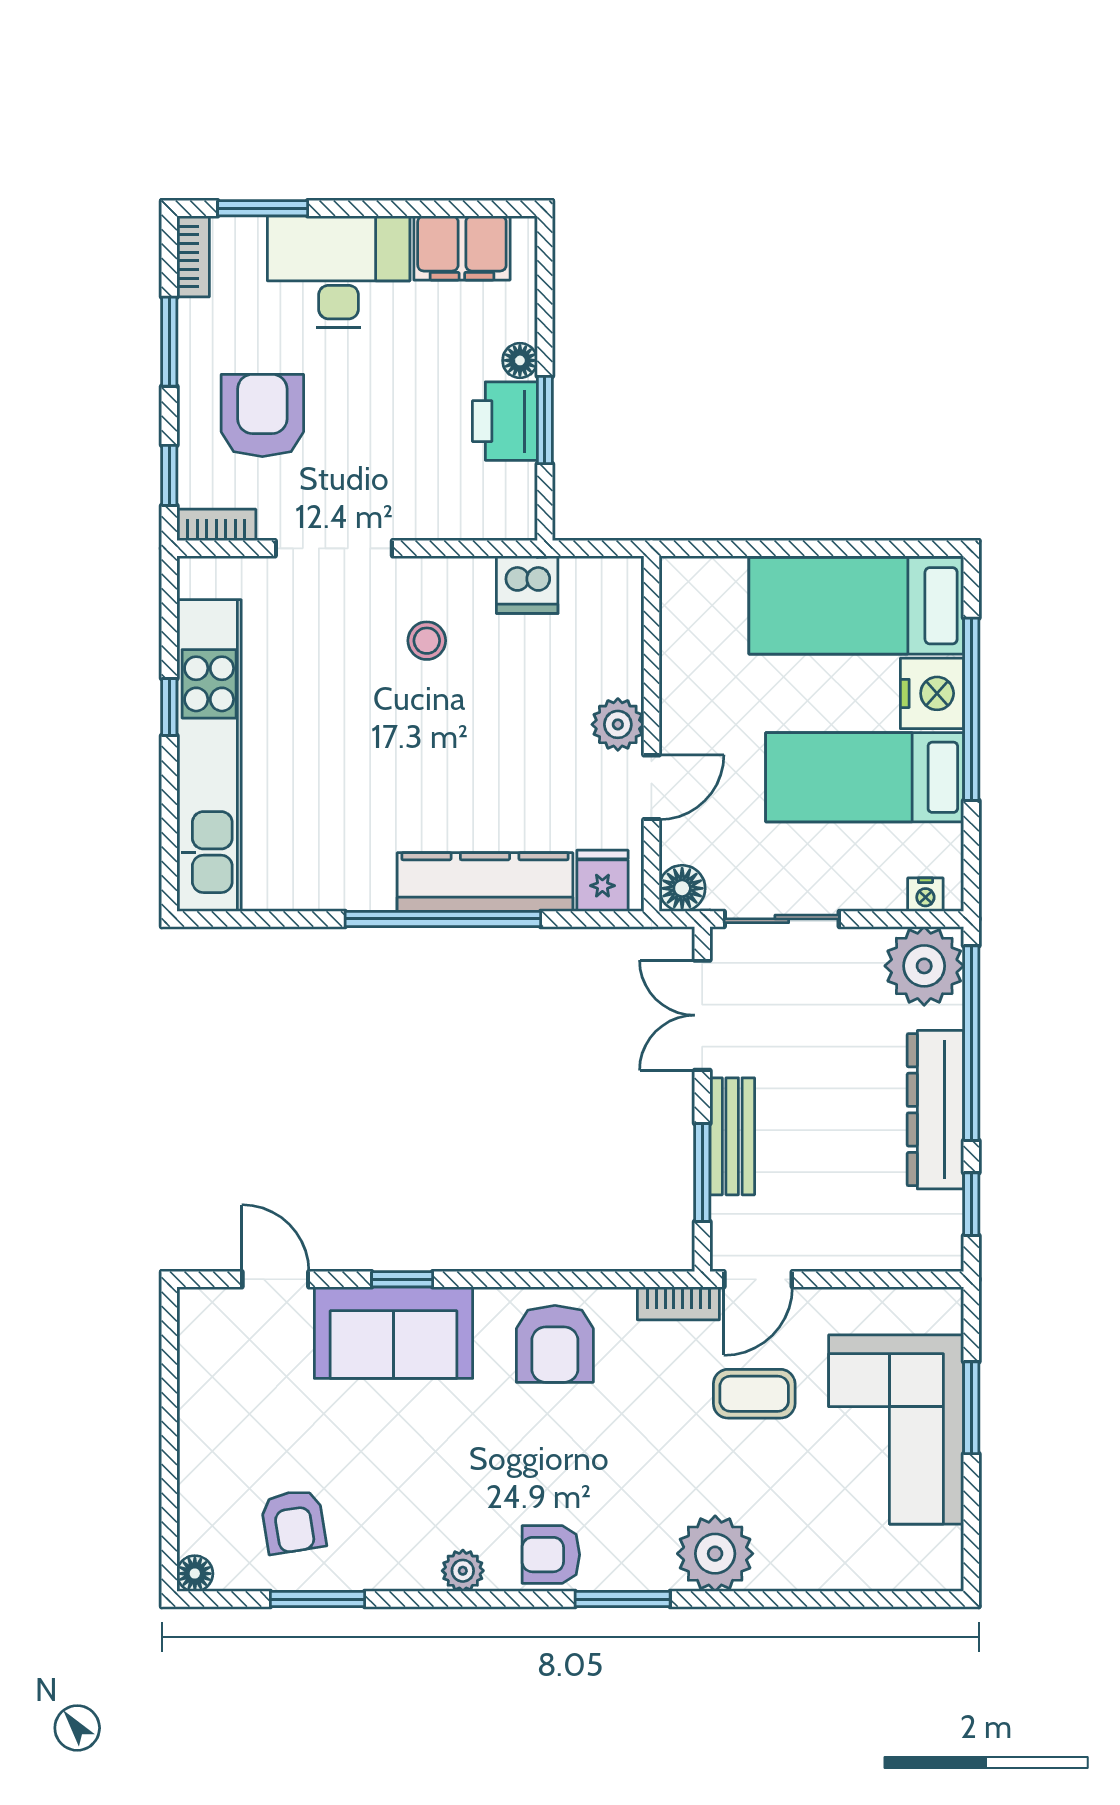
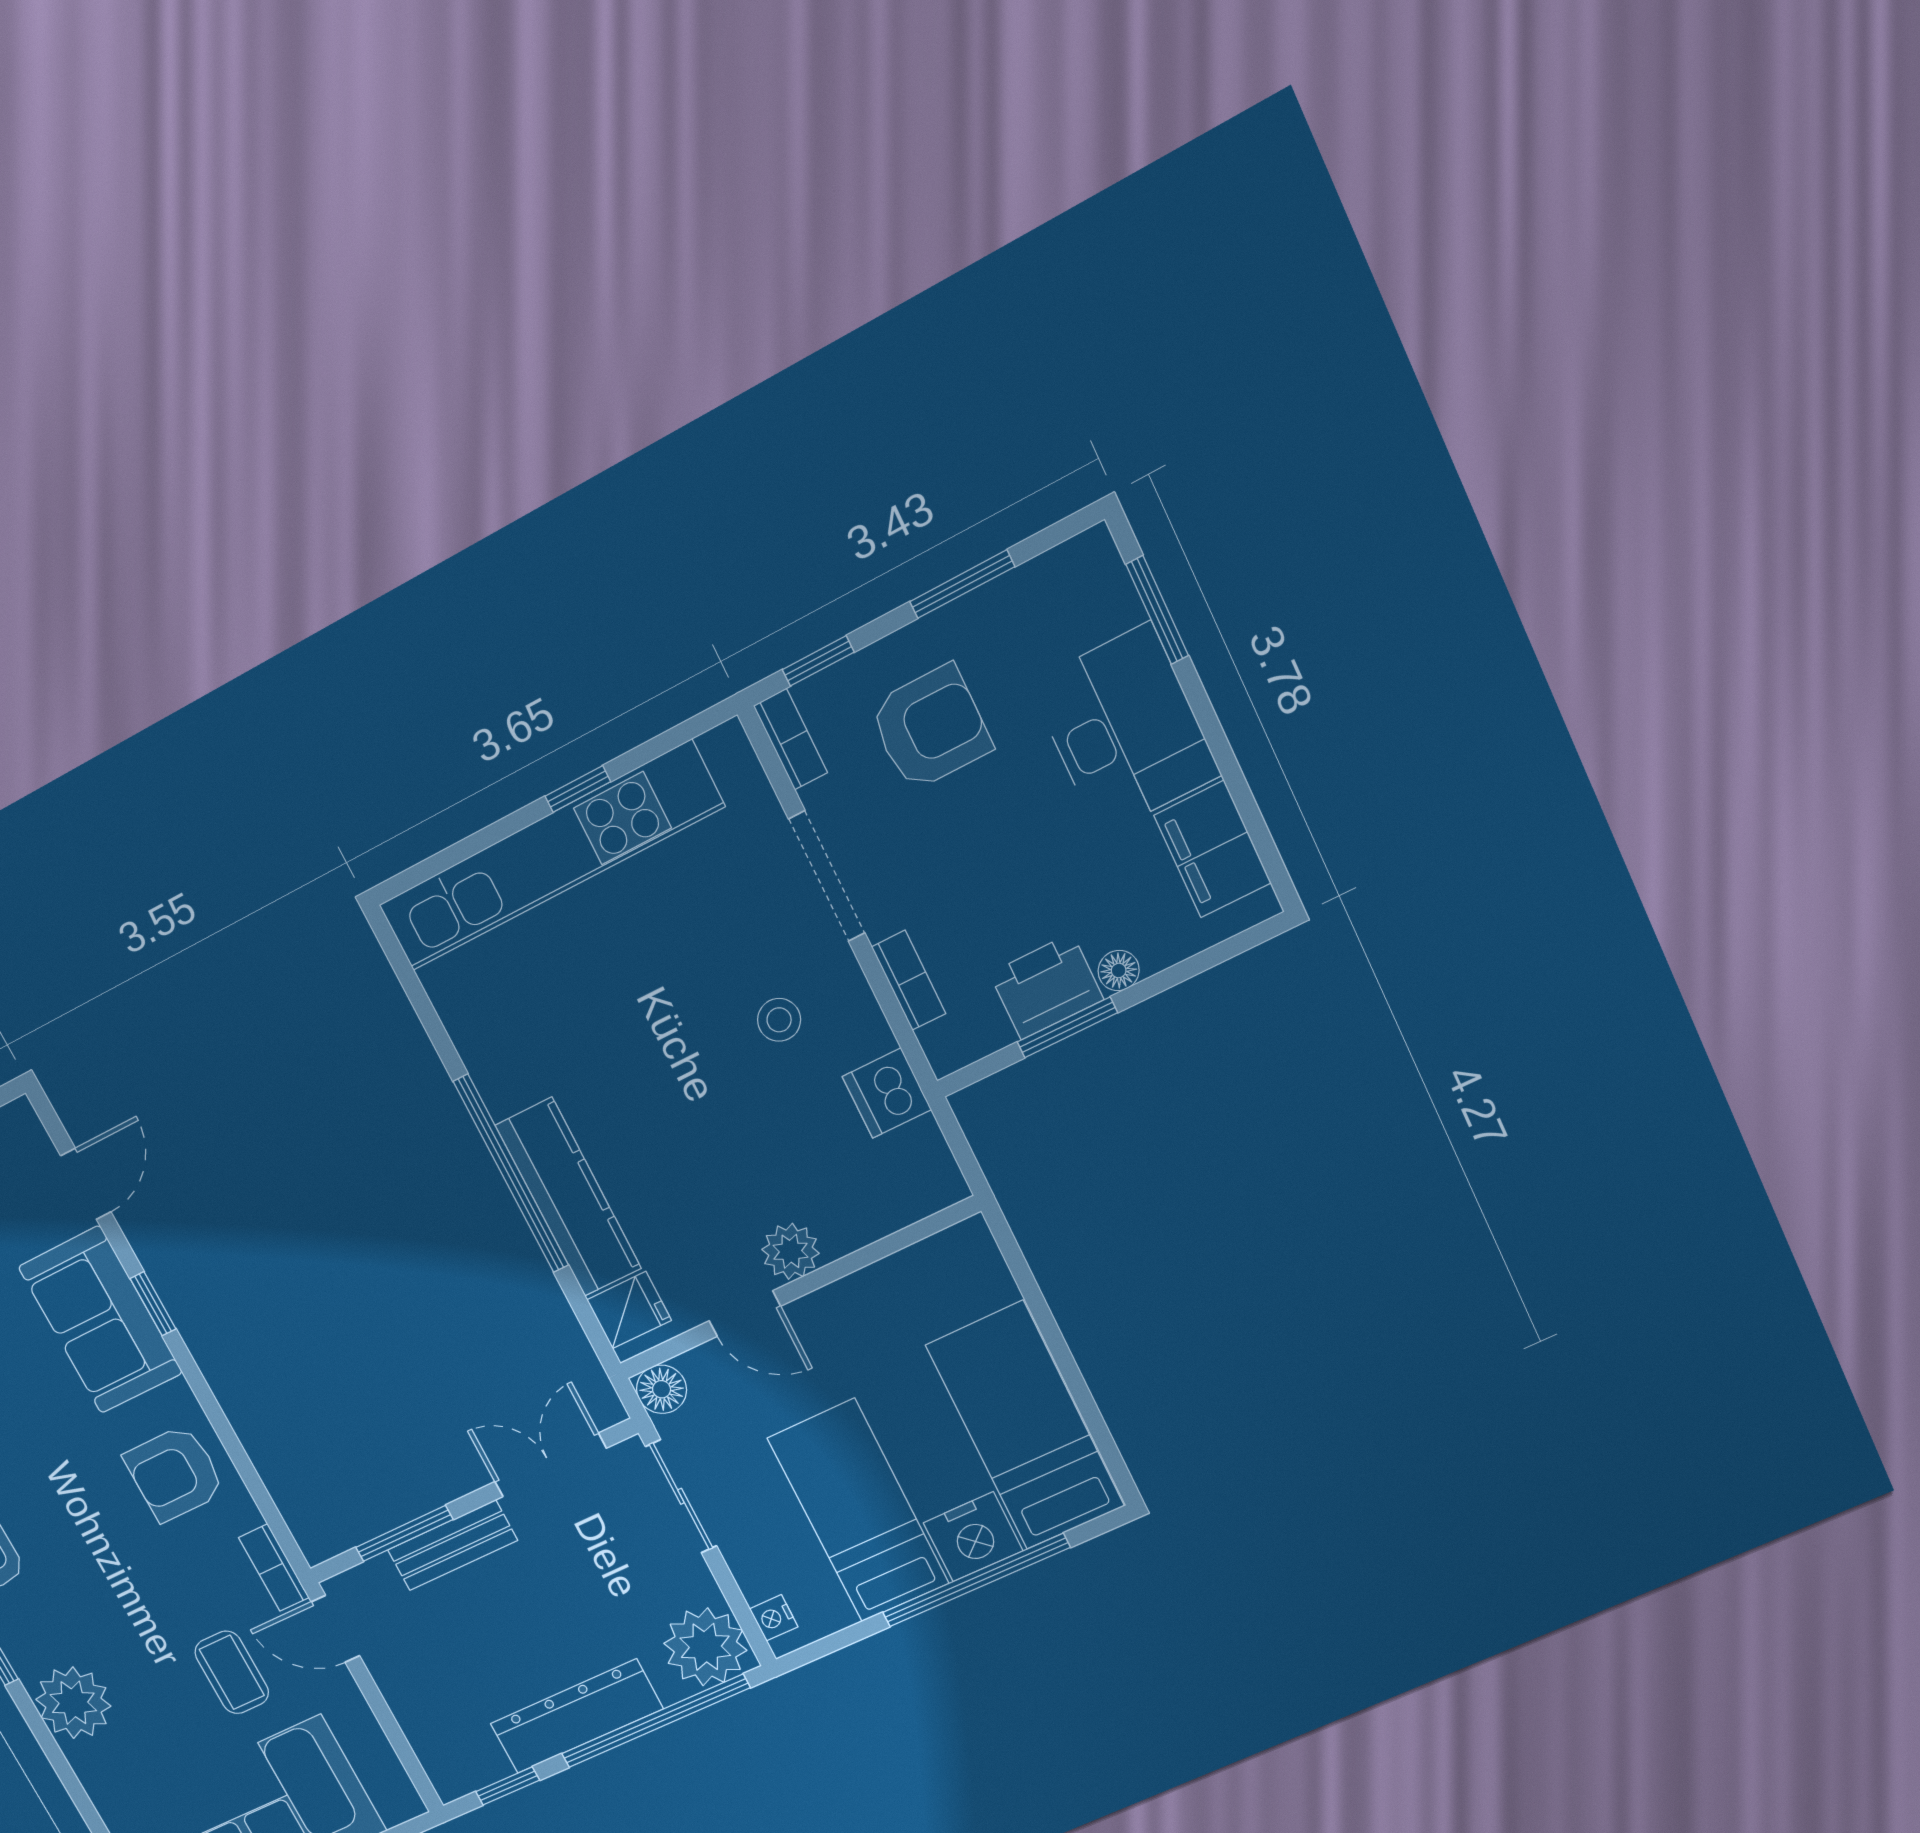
bookcase: (193, 256) -> (909, 980), moved, turned -90

